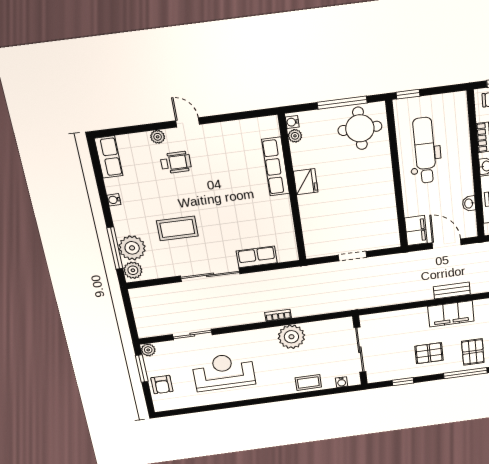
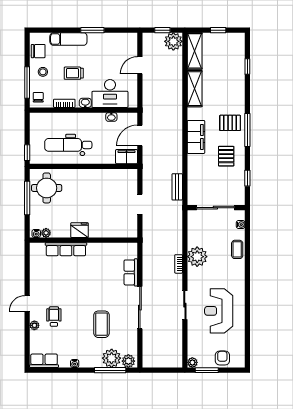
bench: (452, 291) -> (177, 187), moved
sliding door: (192, 335) -> (185, 305), moved
armchair: (162, 385) -> (222, 358), turned -90

